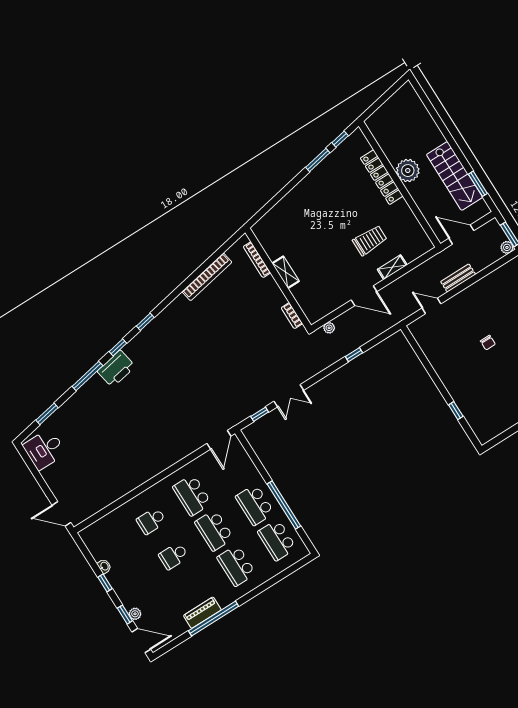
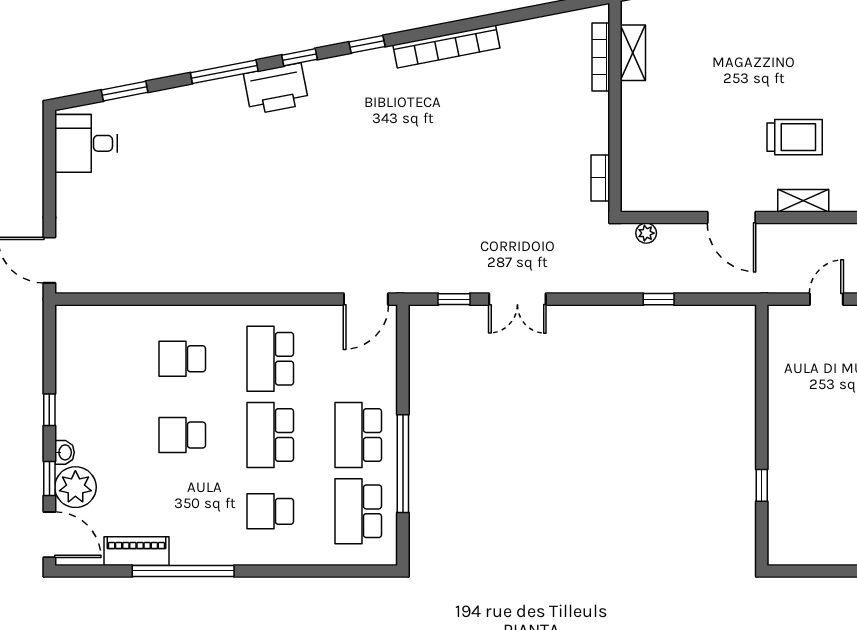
shelving: (286, 272) -> (633, 53), moved
bookcase: (207, 277) -> (446, 46), moved
door: (432, 306) -> (826, 299), hinge flipped
washbasin: (104, 566) -> (65, 452), moved
school desk: (236, 566) -> (270, 511), width x0.54
piano: (202, 613) -> (137, 551), moved
plant: (135, 614) -> (75, 487), width x1.88, depth x1.88

